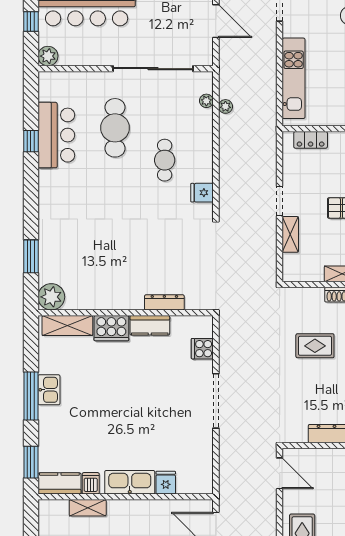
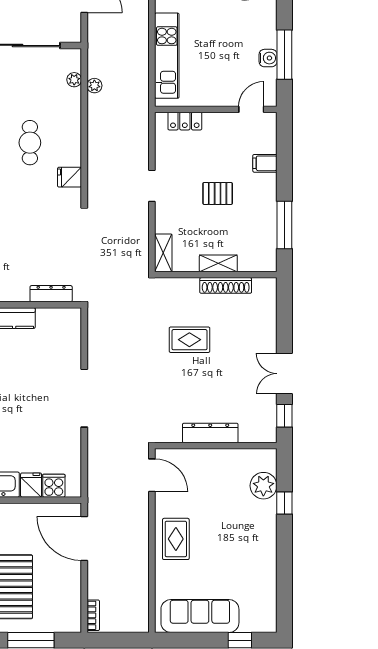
shelving: (290, 234) -> (163, 253), moved
dresser: (164, 302) -> (51, 294), moved
cooker: (202, 349) -> (54, 486), moved, turned 90

